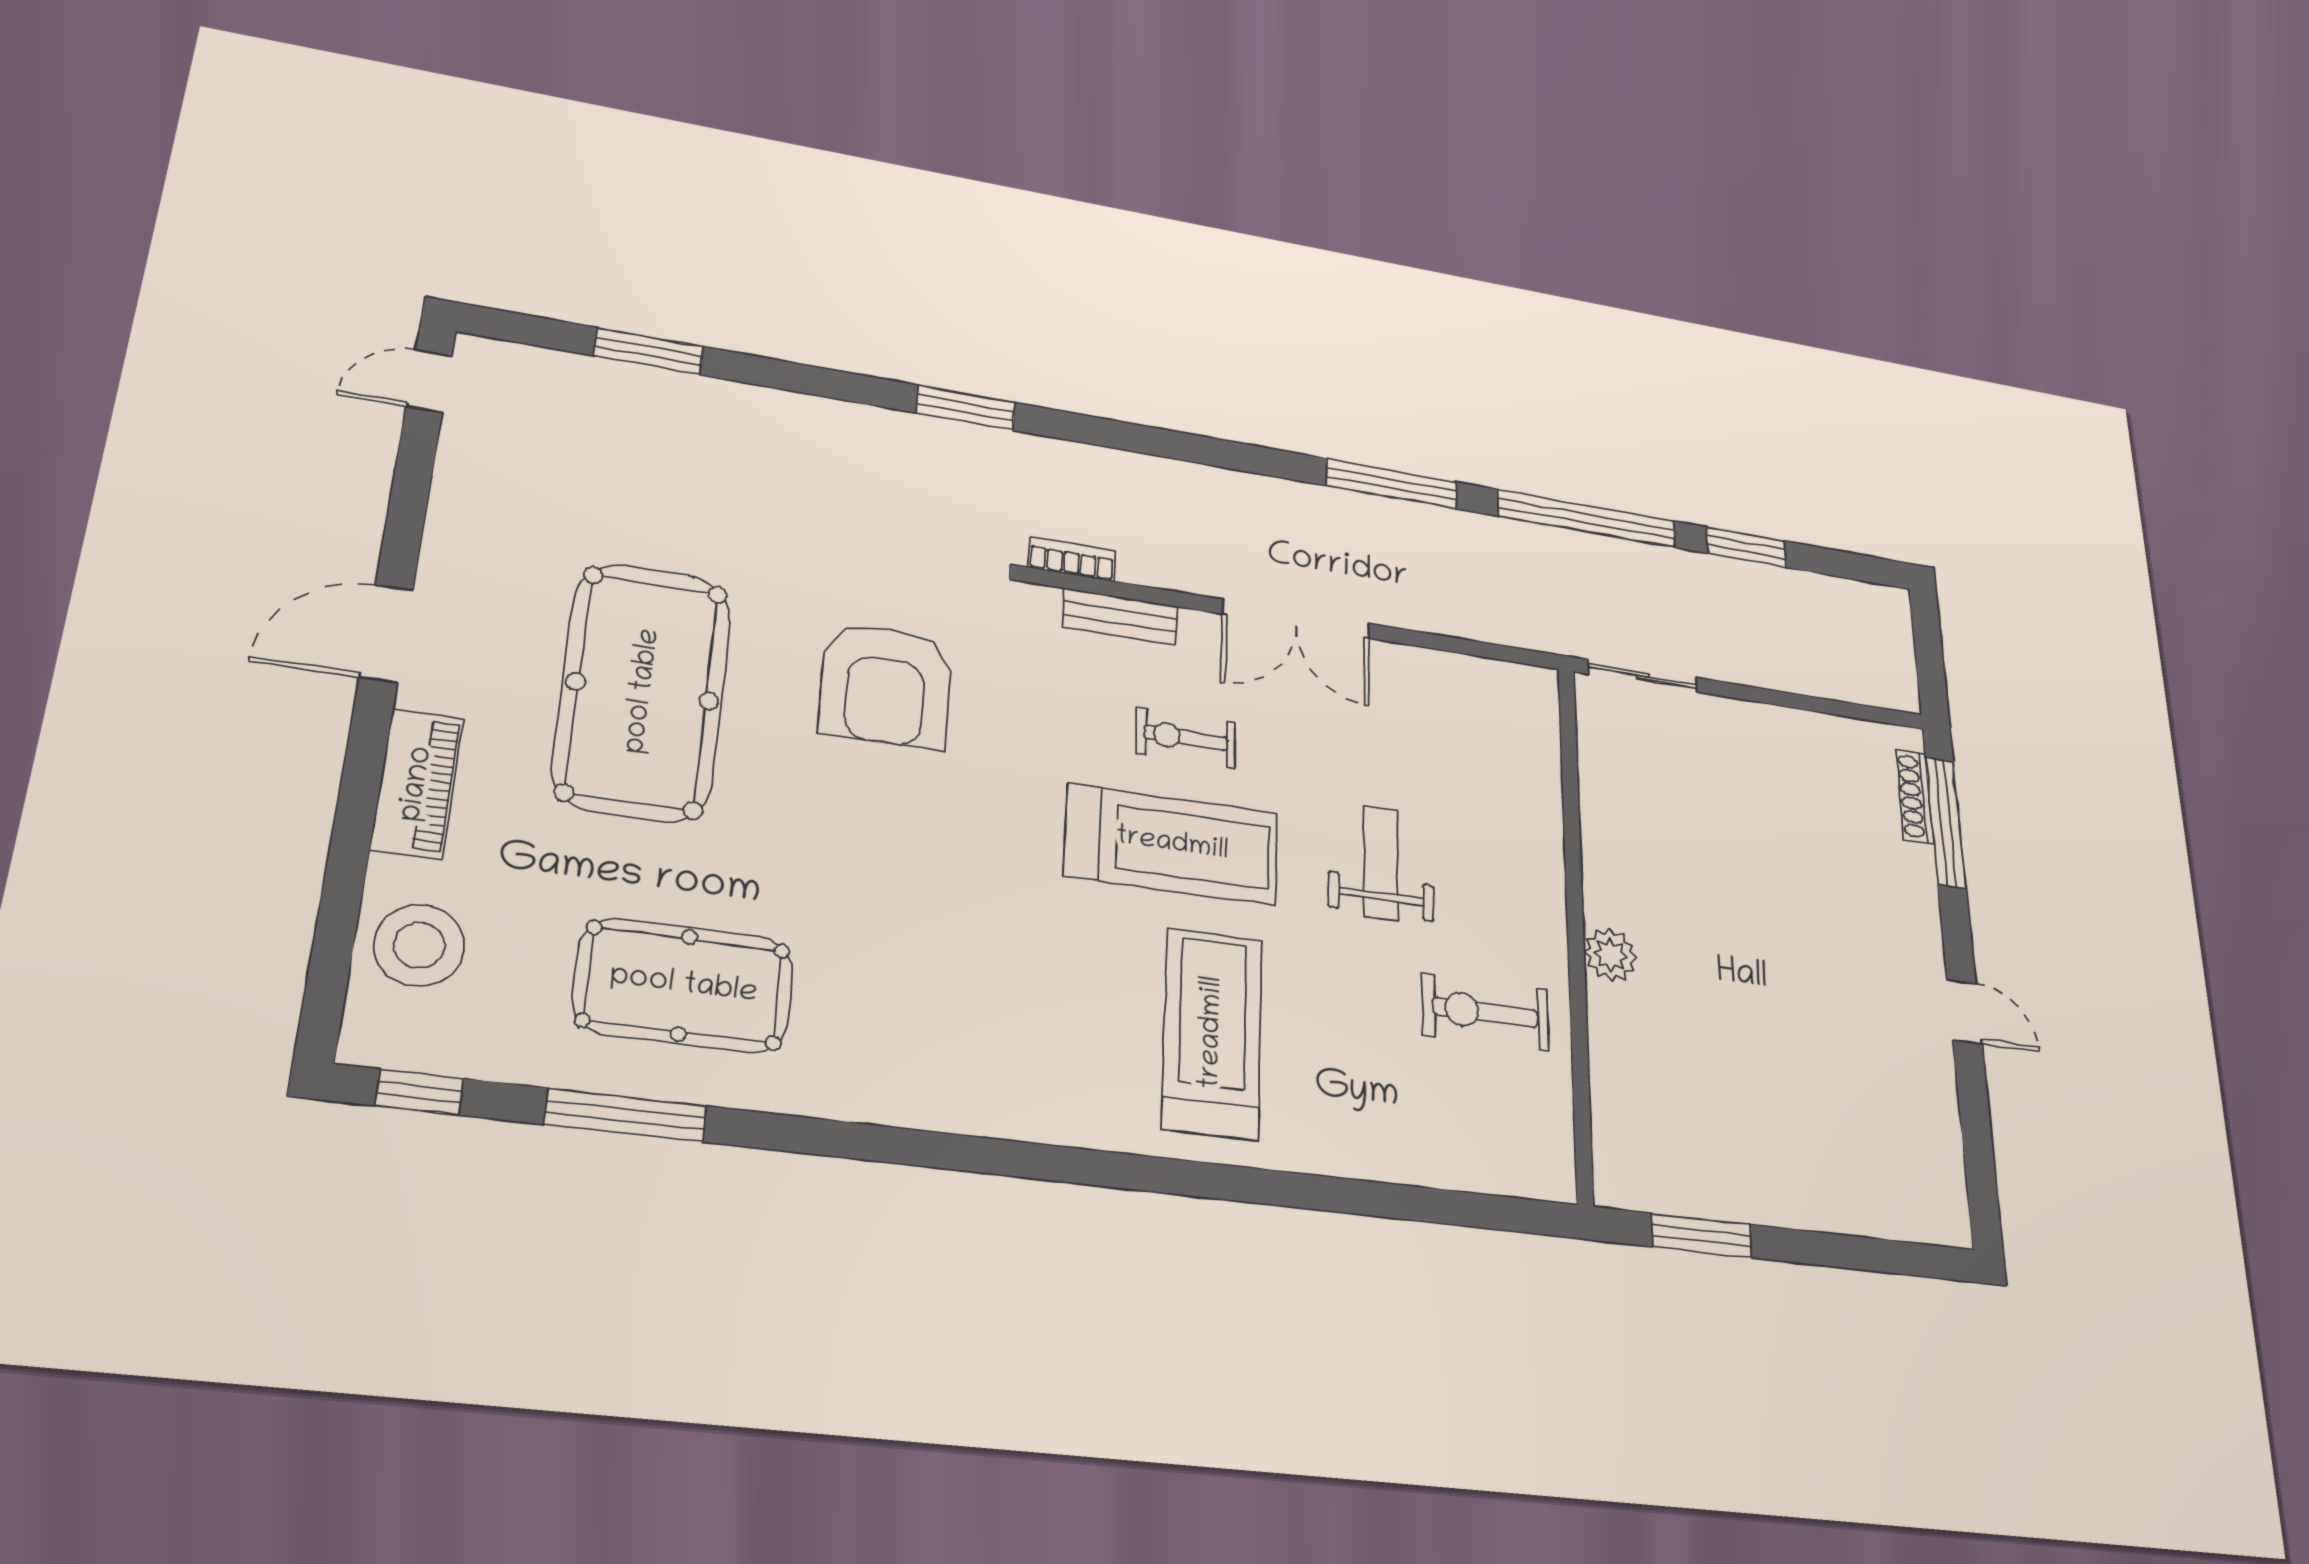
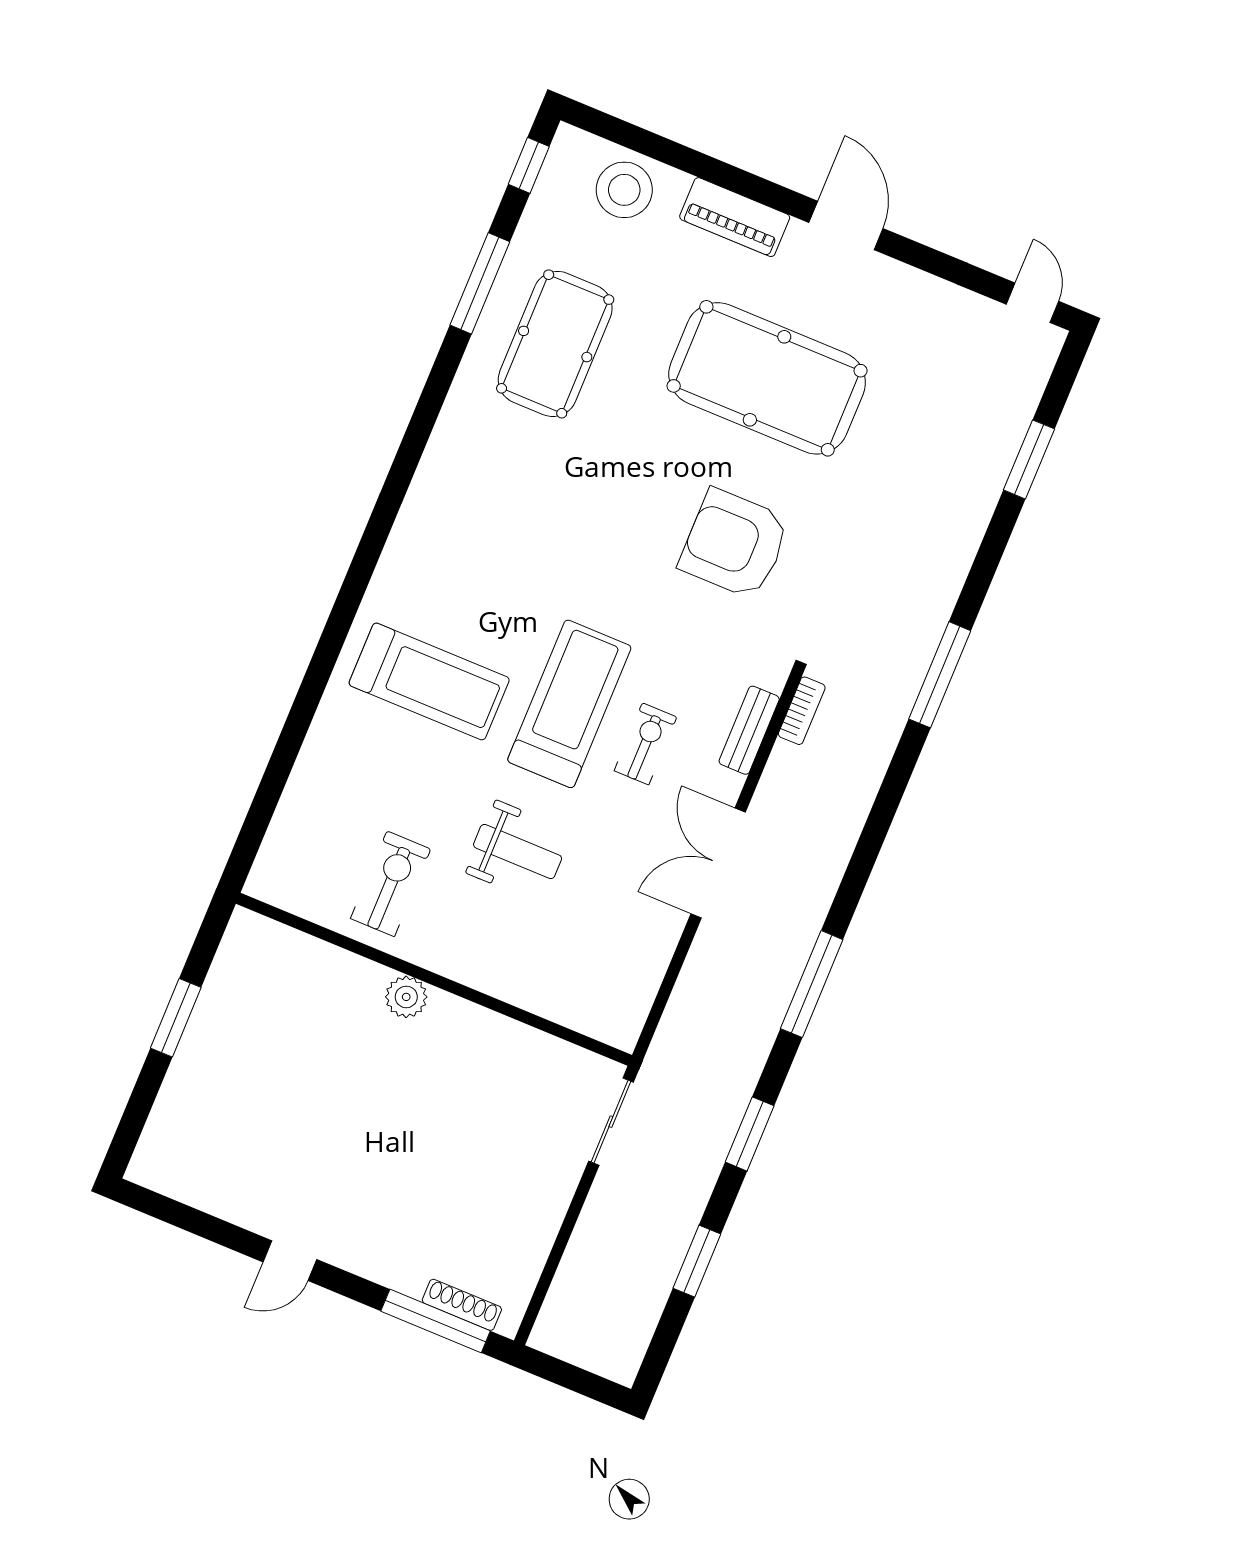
window: (966, 408) -> (940, 675), width x1.44
window: (1587, 519) -> (750, 1134), width x0.47
treadmill: (1172, 844) -> (569, 704), turned 180
window: (1702, 1236) -> (176, 1018), moved

